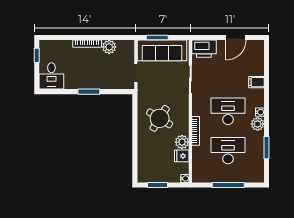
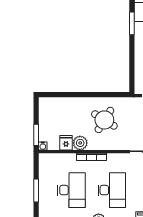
window: (89, 92) -> (132, 23), moved
window: (157, 185) -> (36, 135), moved
window: (228, 185) -> (36, 190), width x0.69

